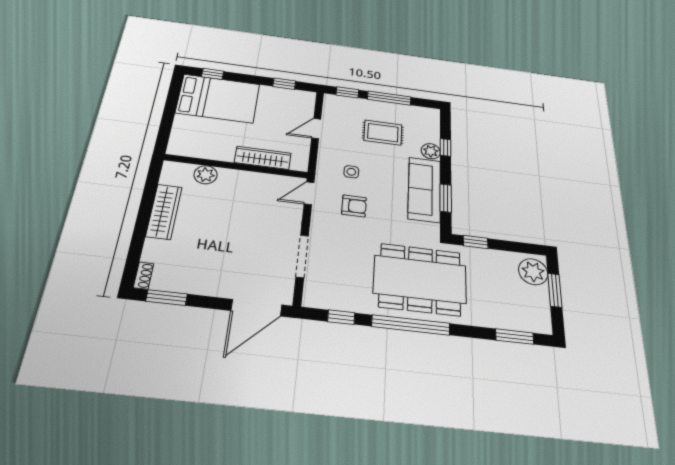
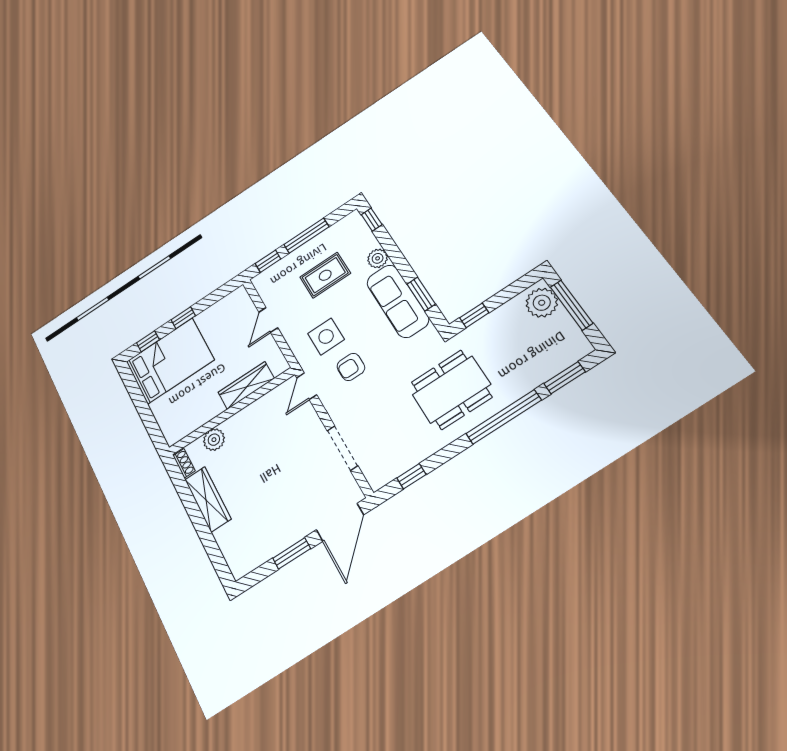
window: (284, 84) -> (183, 318), moved
window: (446, 147) -> (372, 220), moved
side table: (351, 172) -> (326, 336), width x1.87, depth x1.87
armchair: (354, 206) -> (351, 367), turned 180
shoe rack: (144, 276) -> (184, 463), moved
dining table: (420, 279) -> (451, 390), width x0.73, depth x0.80
window: (555, 290) -> (572, 305), width x1.44
window: (167, 298) -> (292, 553), moved
window: (411, 325) -> (504, 417), moved

